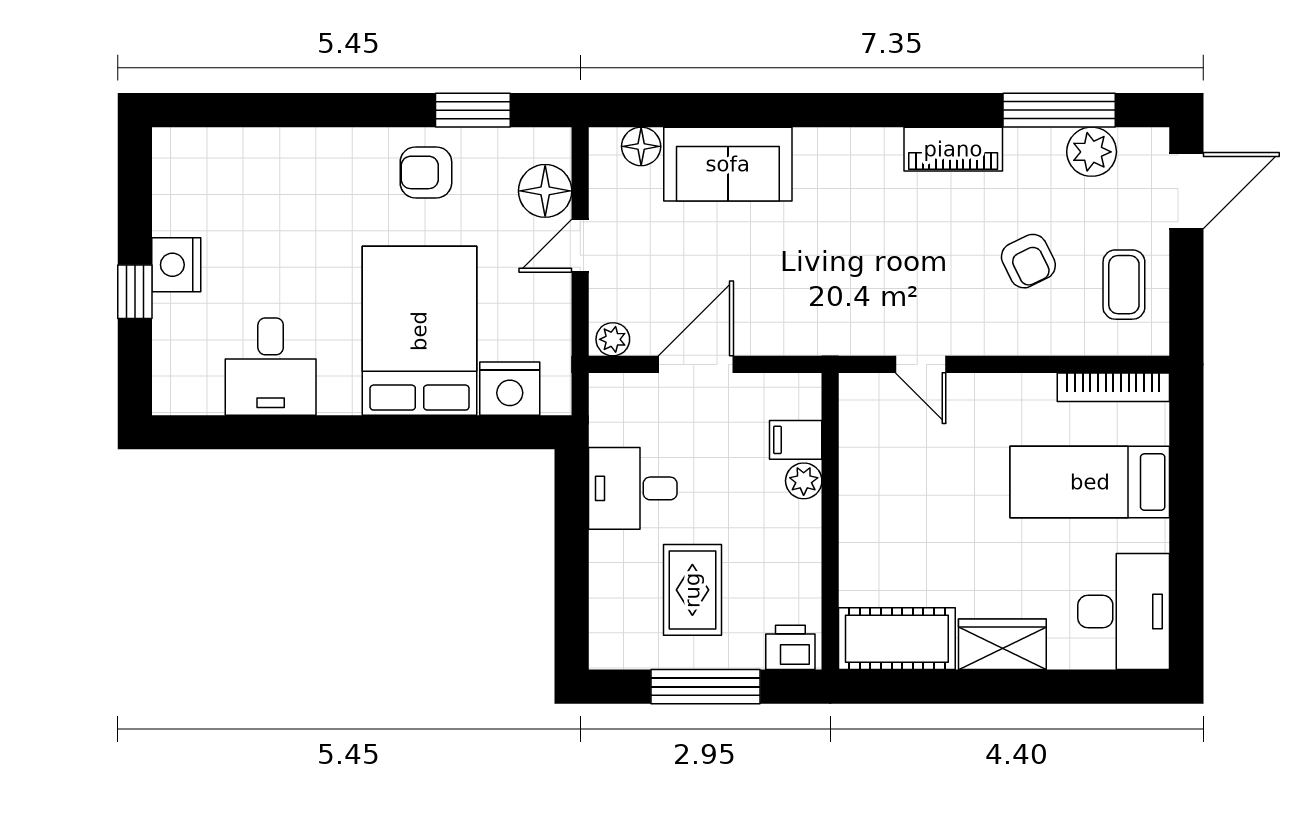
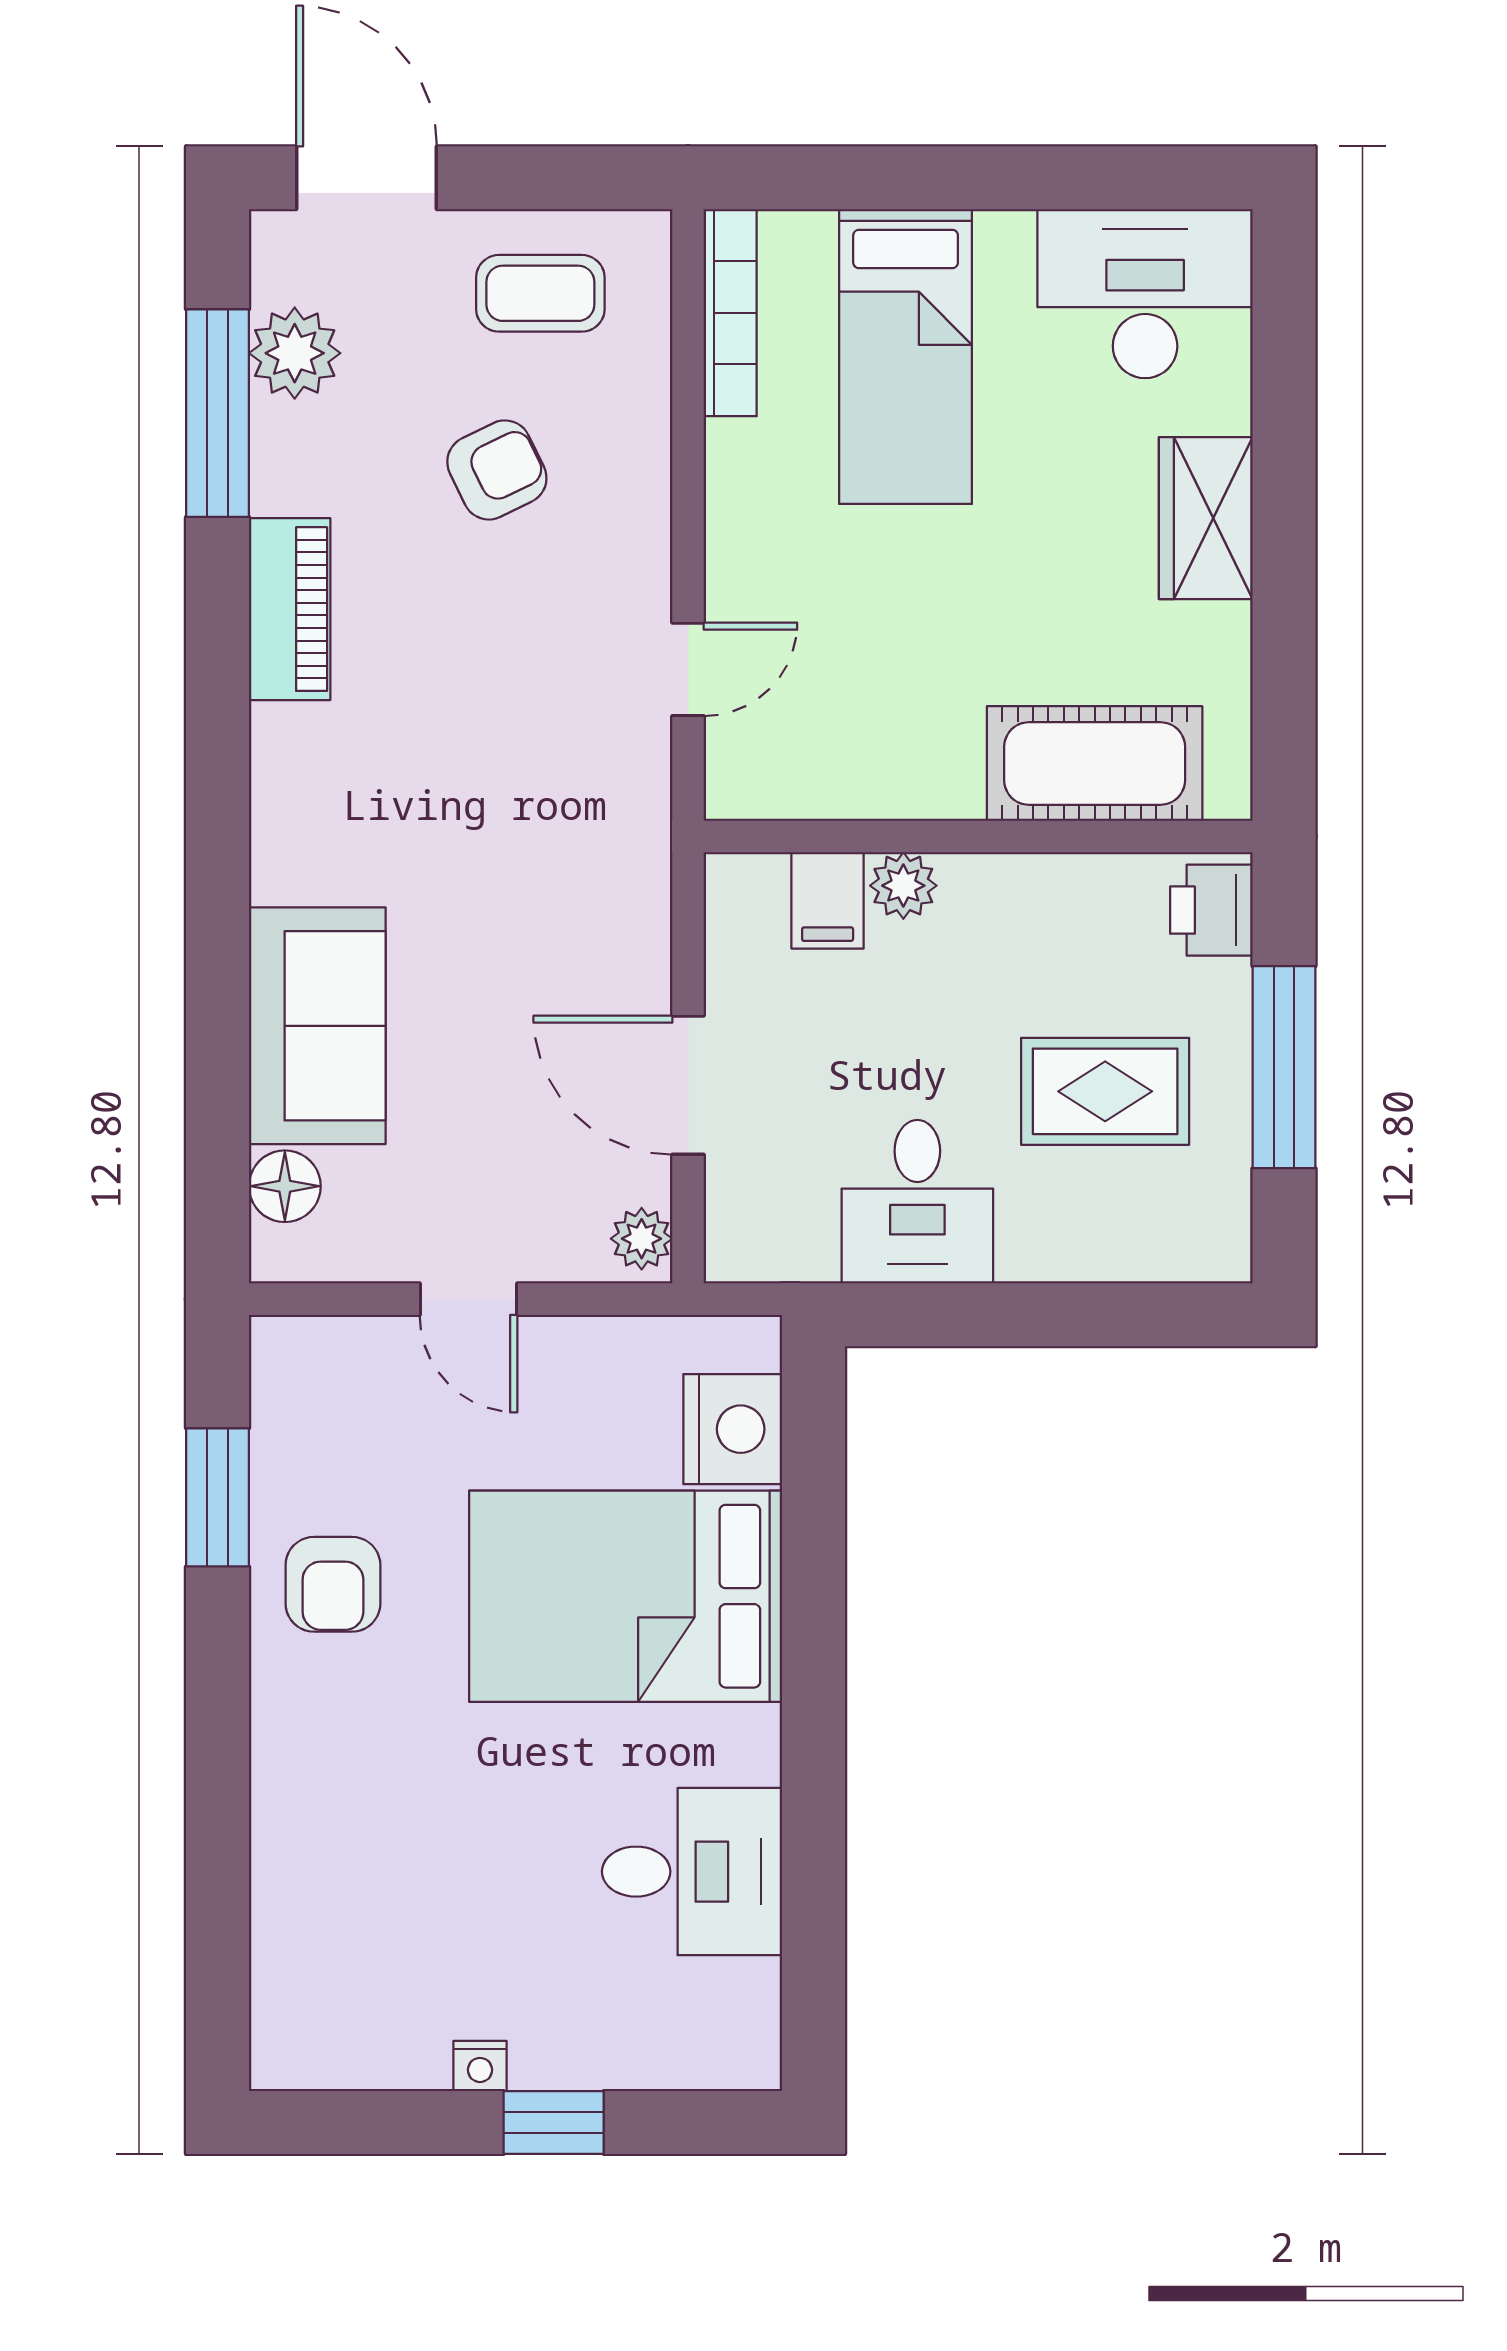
floor lamp: (545, 191) -> (367, 1364), removed
nightstand: (176, 265) -> (480, 2066), width x0.53, depth x0.56
cot: (897, 639) -> (1095, 763), moved, turned 90

